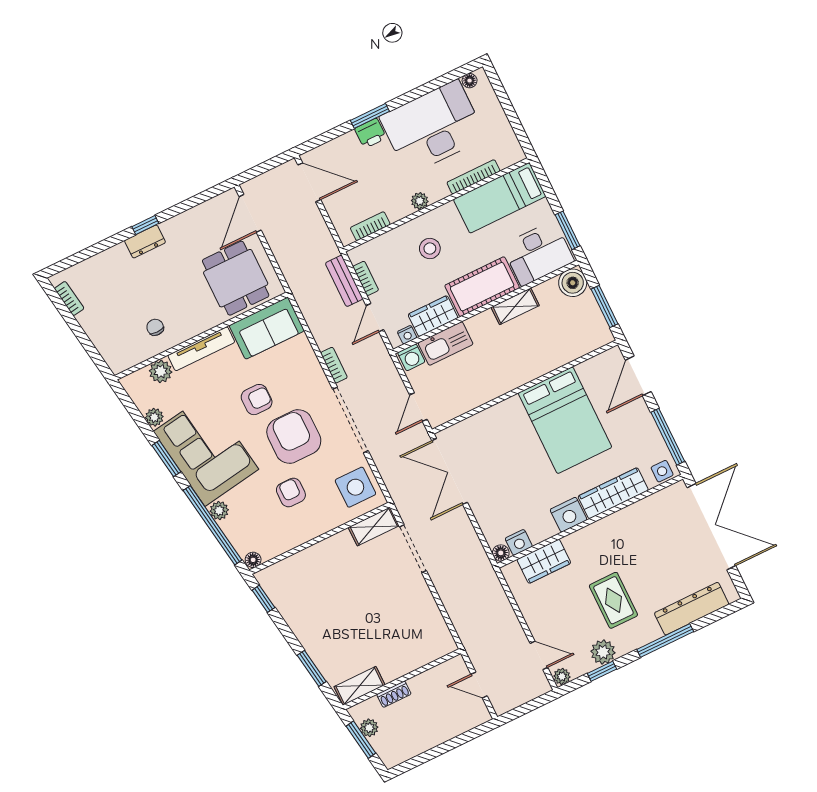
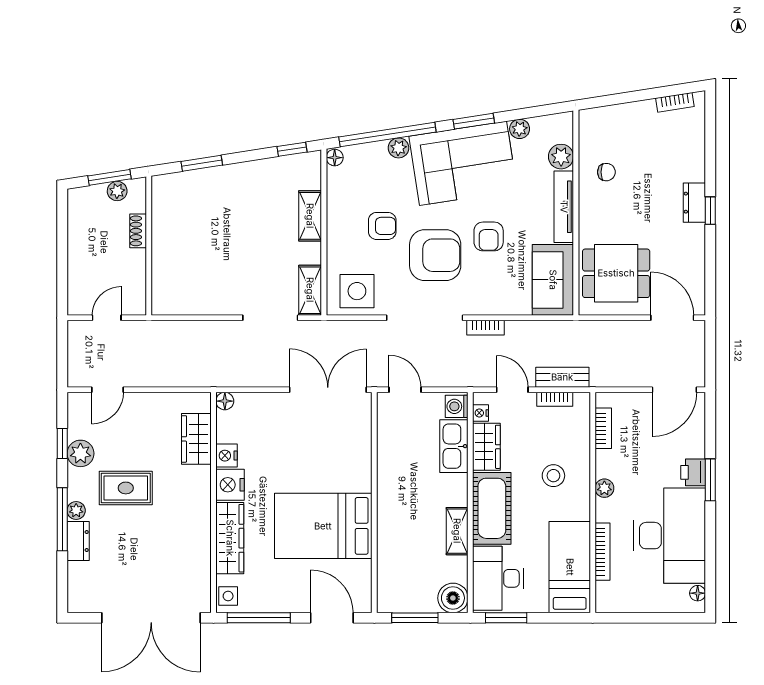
nightstand: (519, 542) -> (227, 456), moved
dresser: (692, 609) -> (78, 541), width x0.51, depth x0.80
plant: (562, 676) -> (76, 510), moved
shelving: (359, 686) -> (310, 216), moved

